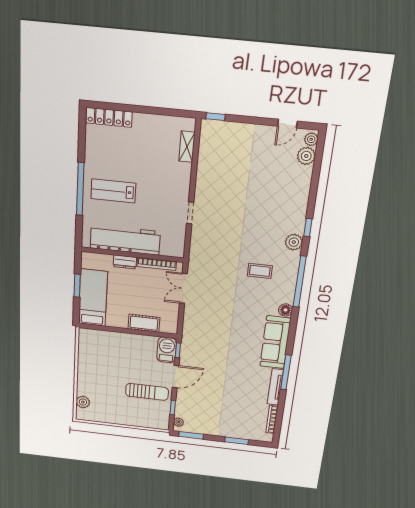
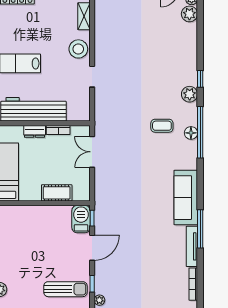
stool: (178, 182) -> (78, 49), added
bookcase: (157, 264) -> (58, 130), width x0.64
floor lamp: (285, 310) -> (191, 133), moved
sun lounger: (147, 392) -> (65, 289), moved

